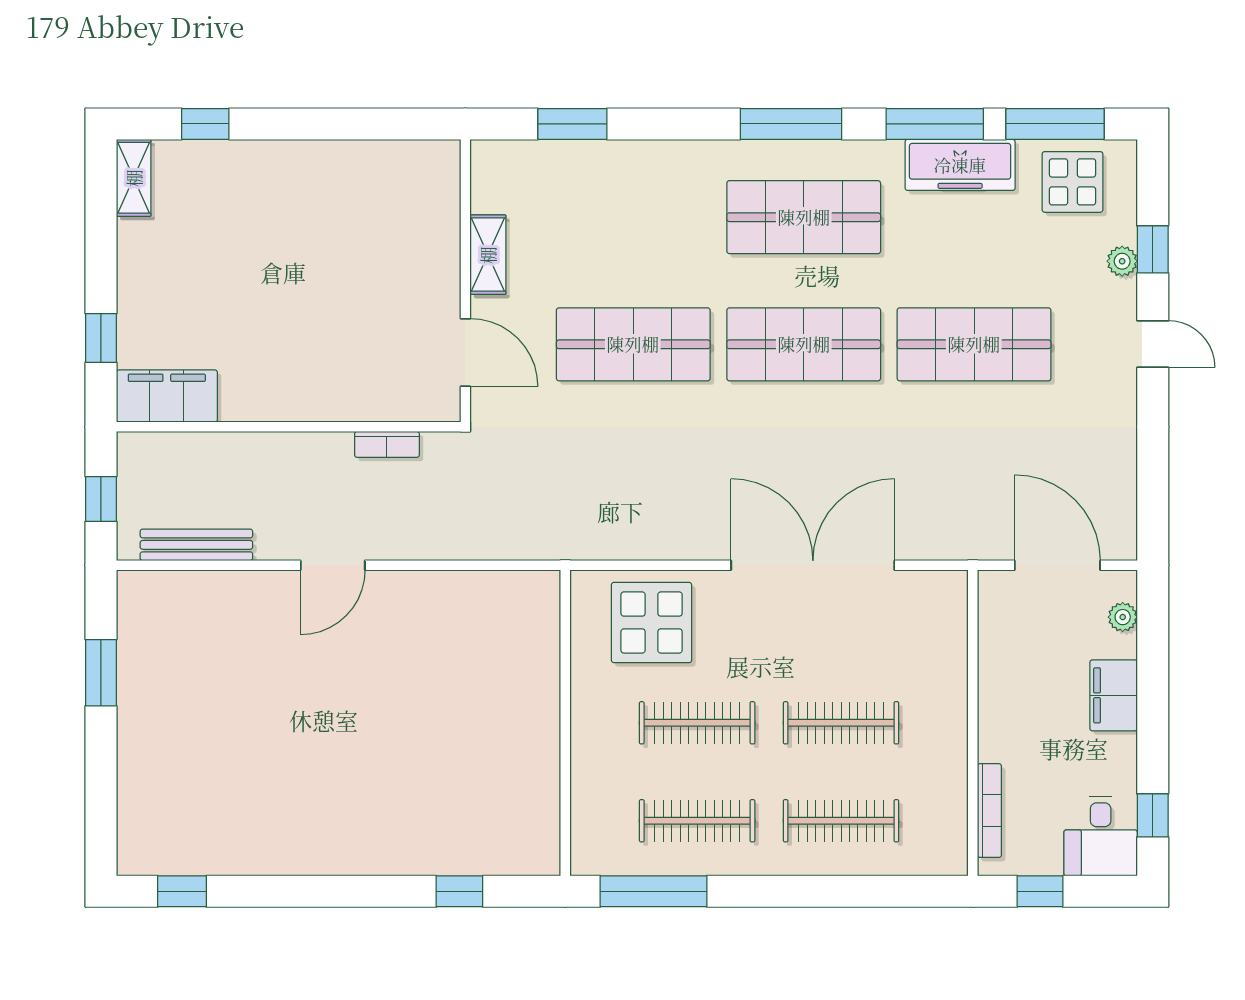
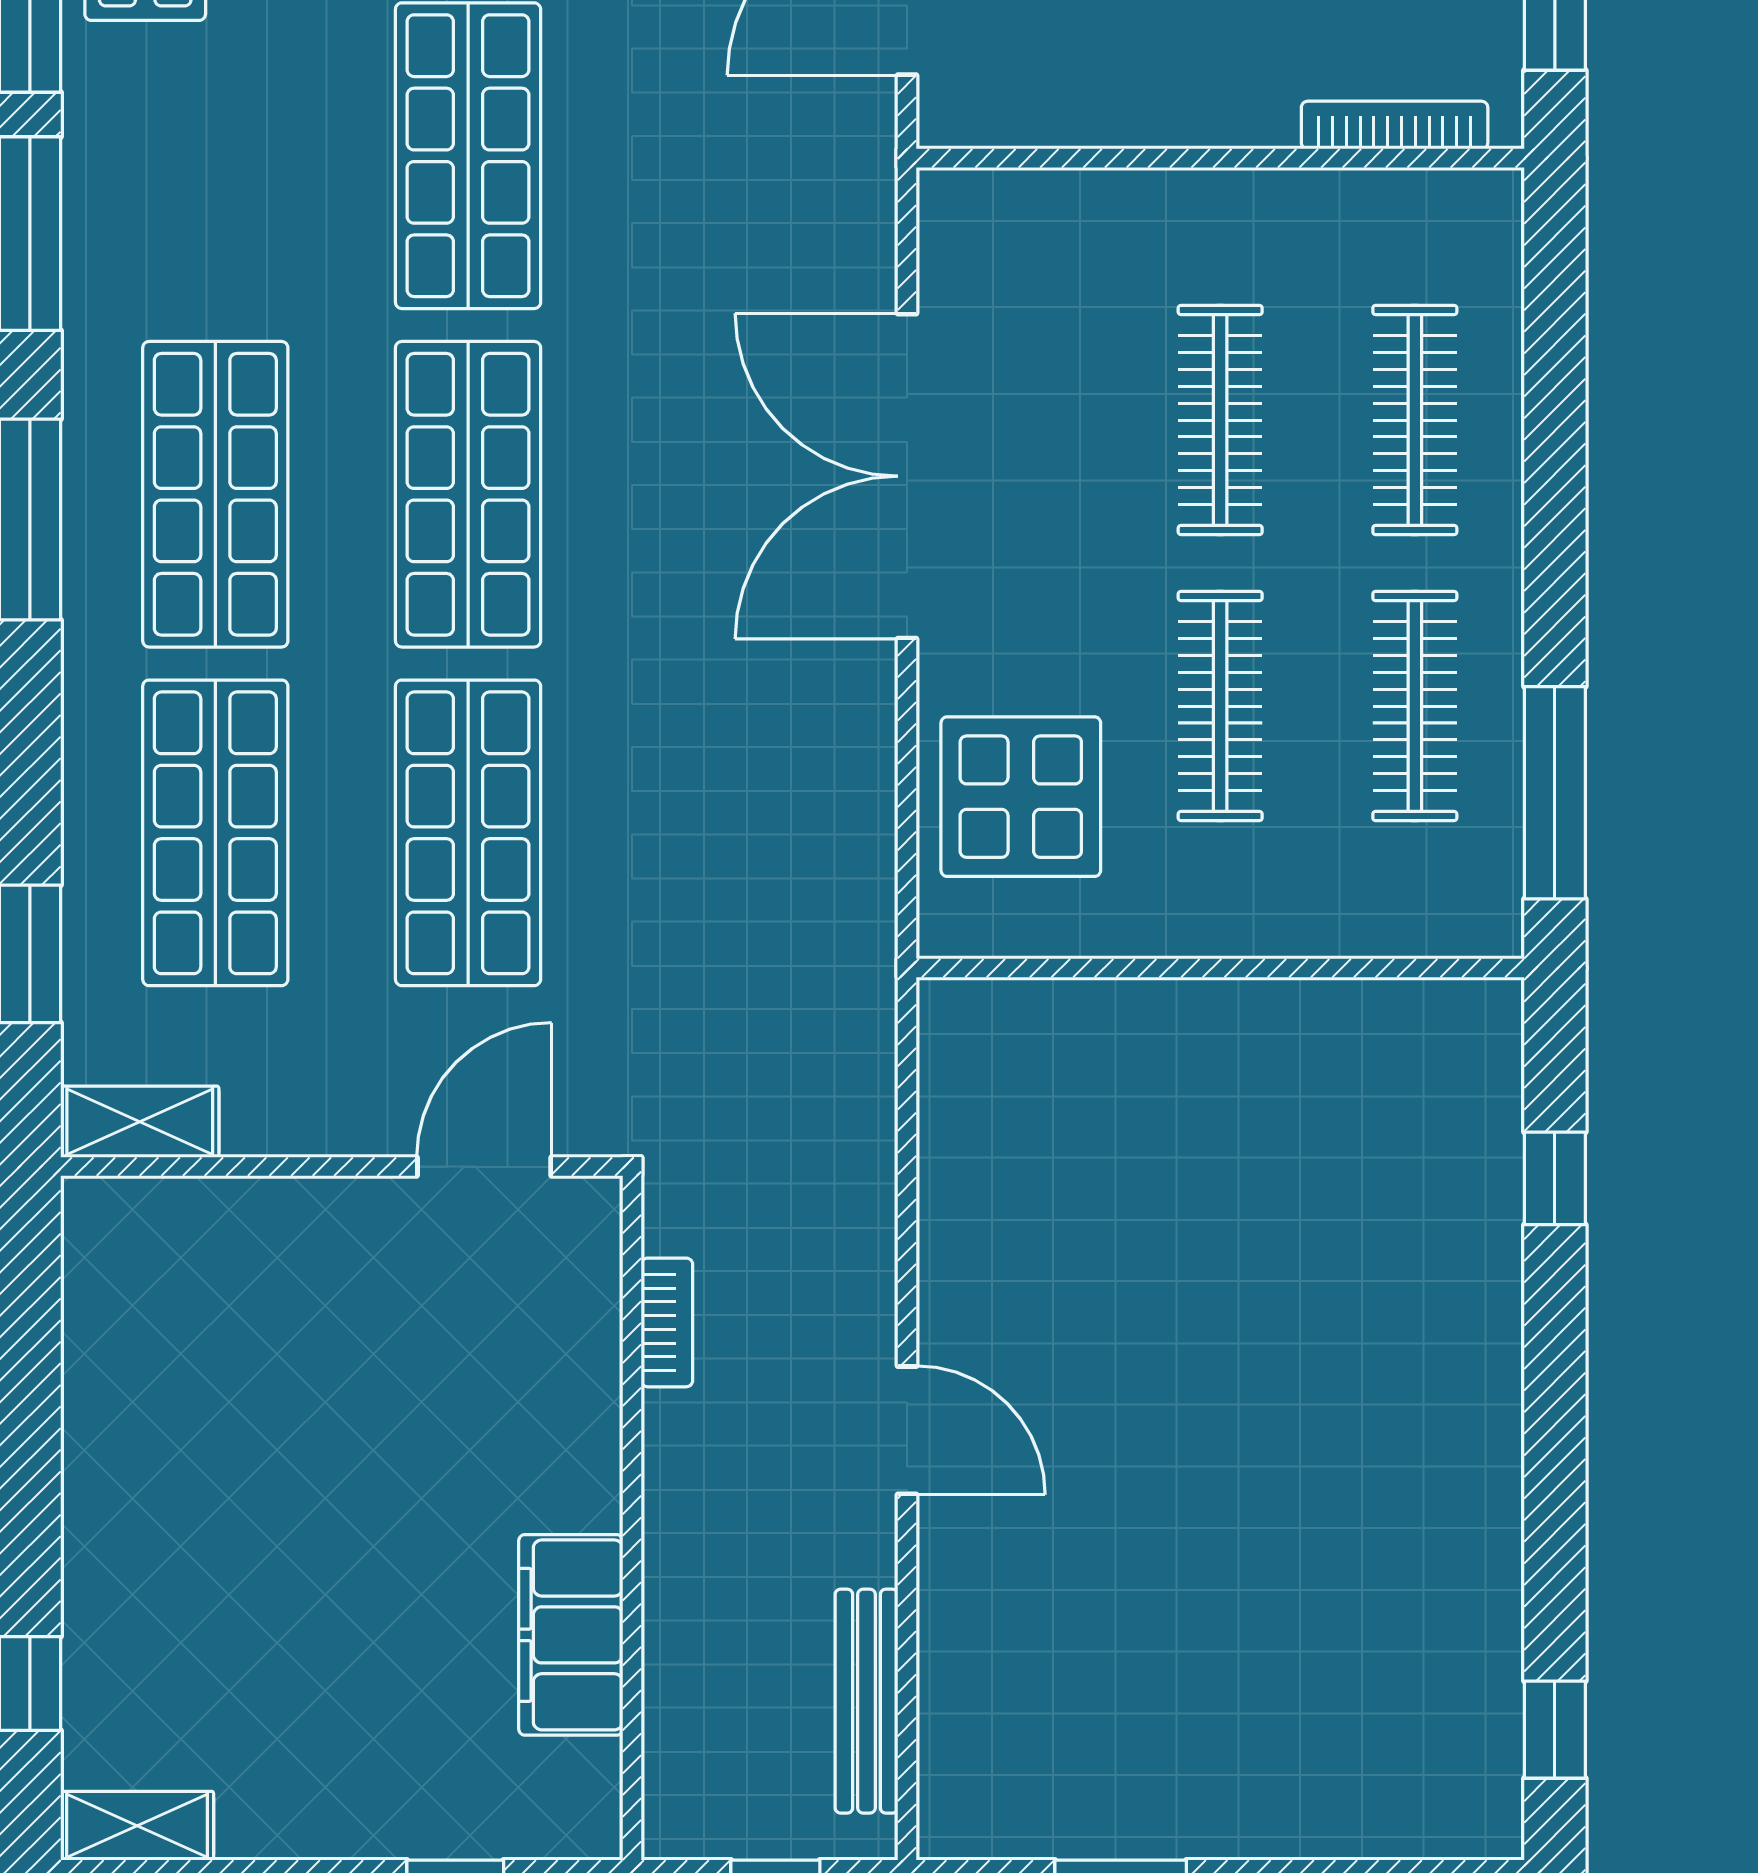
freezer: (960, 165) -> (111, 183), removed
shop shelf: (633, 217) -> (215, 833), added
shelving: (488, 255) -> (140, 1122), moved
filing cabinet: (167, 396) -> (571, 1635), moved

